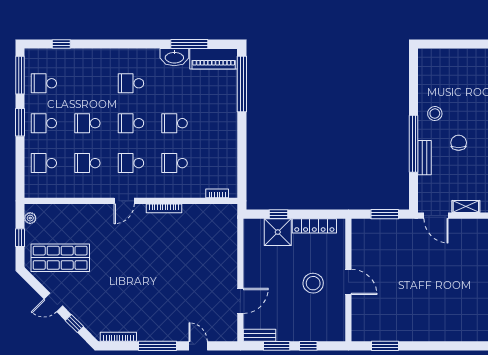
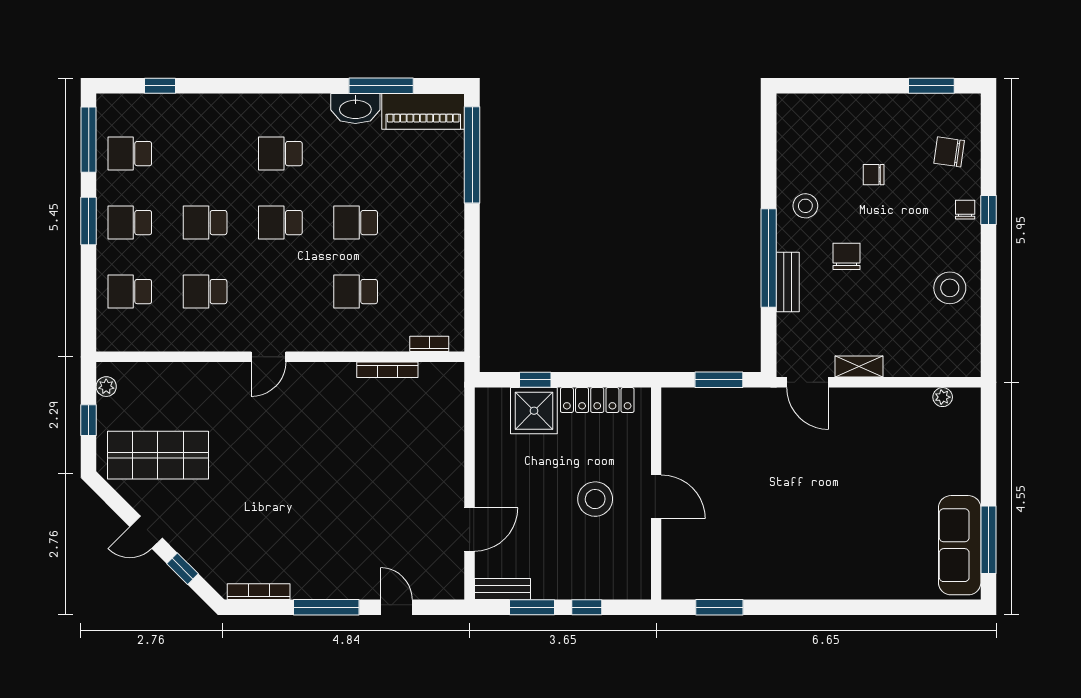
chair: (474, 95) -> (874, 175), added
school desk: (131, 163) -> (280, 292), removed
bookcase: (164, 208) -> (387, 370), moved

